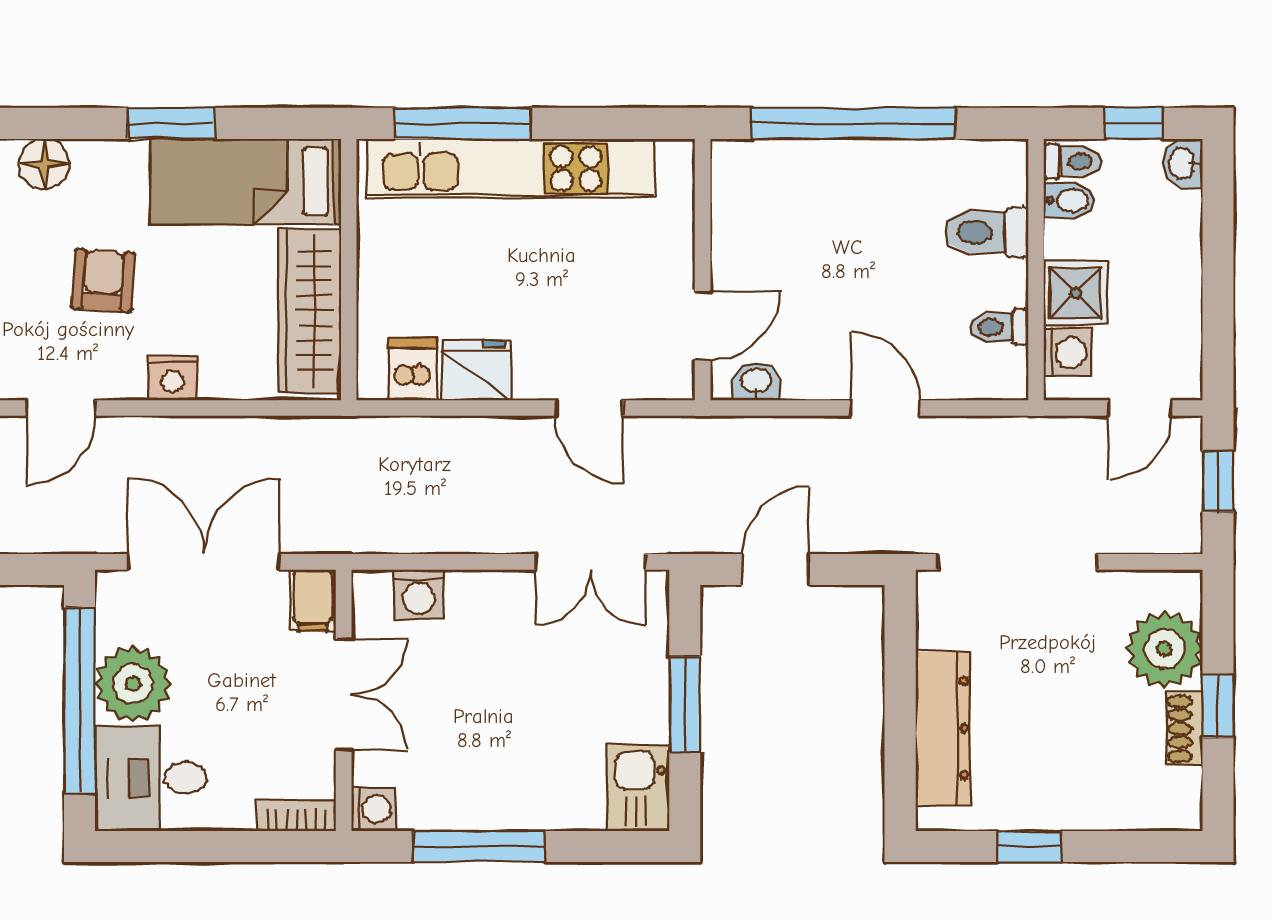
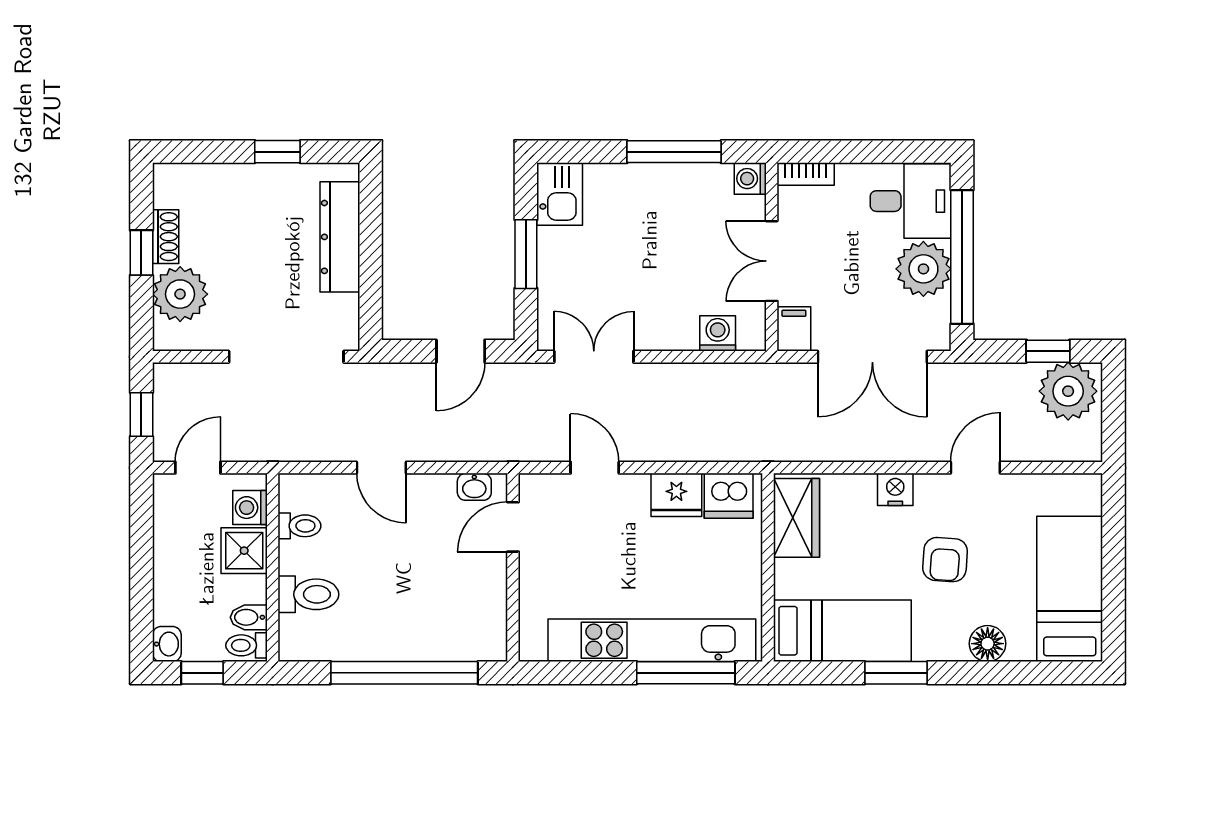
wardrobe: (309, 311) -> (796, 518), width x0.67
dishwasher: (412, 369) -> (729, 496), width x1.38

